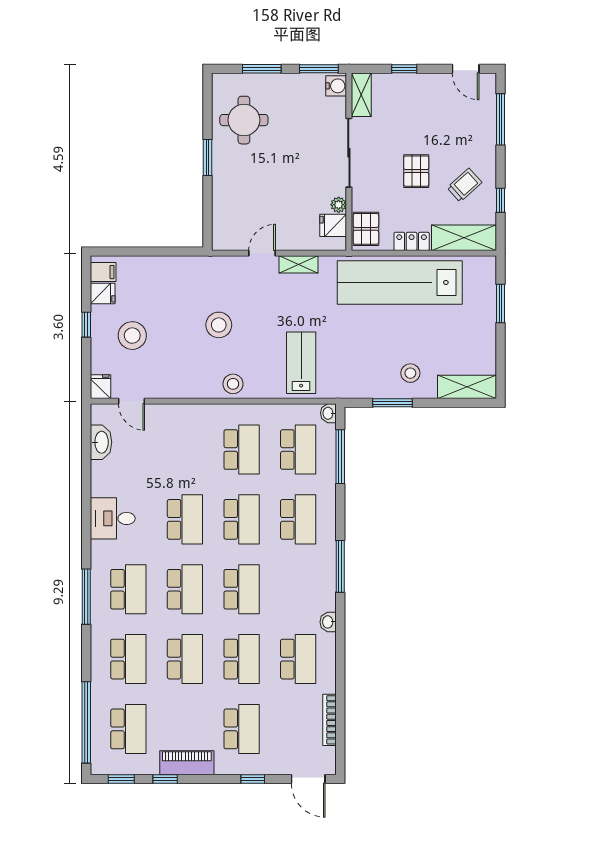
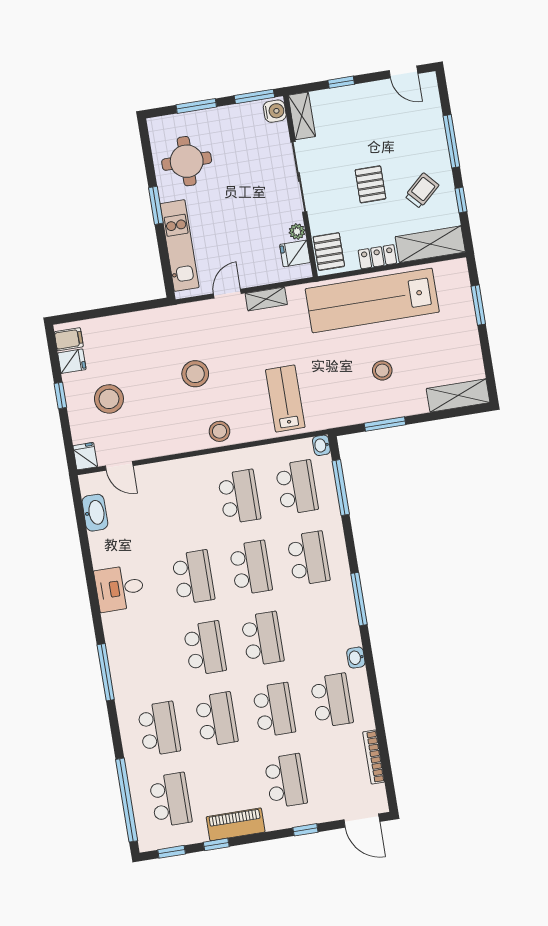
window: (501, 119) -> (451, 141), moved
kitchen unit: (224, 200) -> (179, 246), added
stool: (410, 373) -> (382, 371), moved
school desk: (128, 589) -> (147, 658), removed

